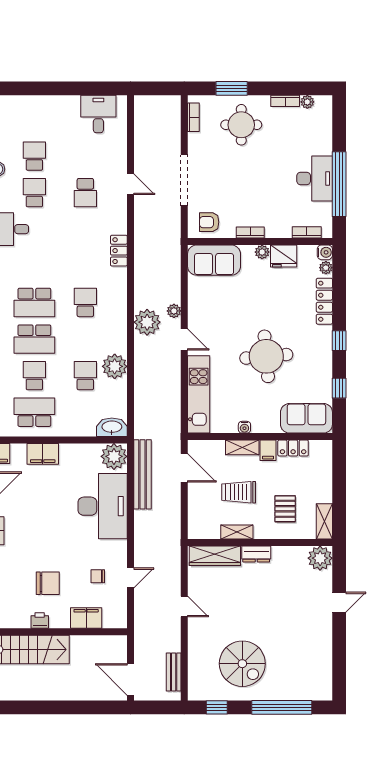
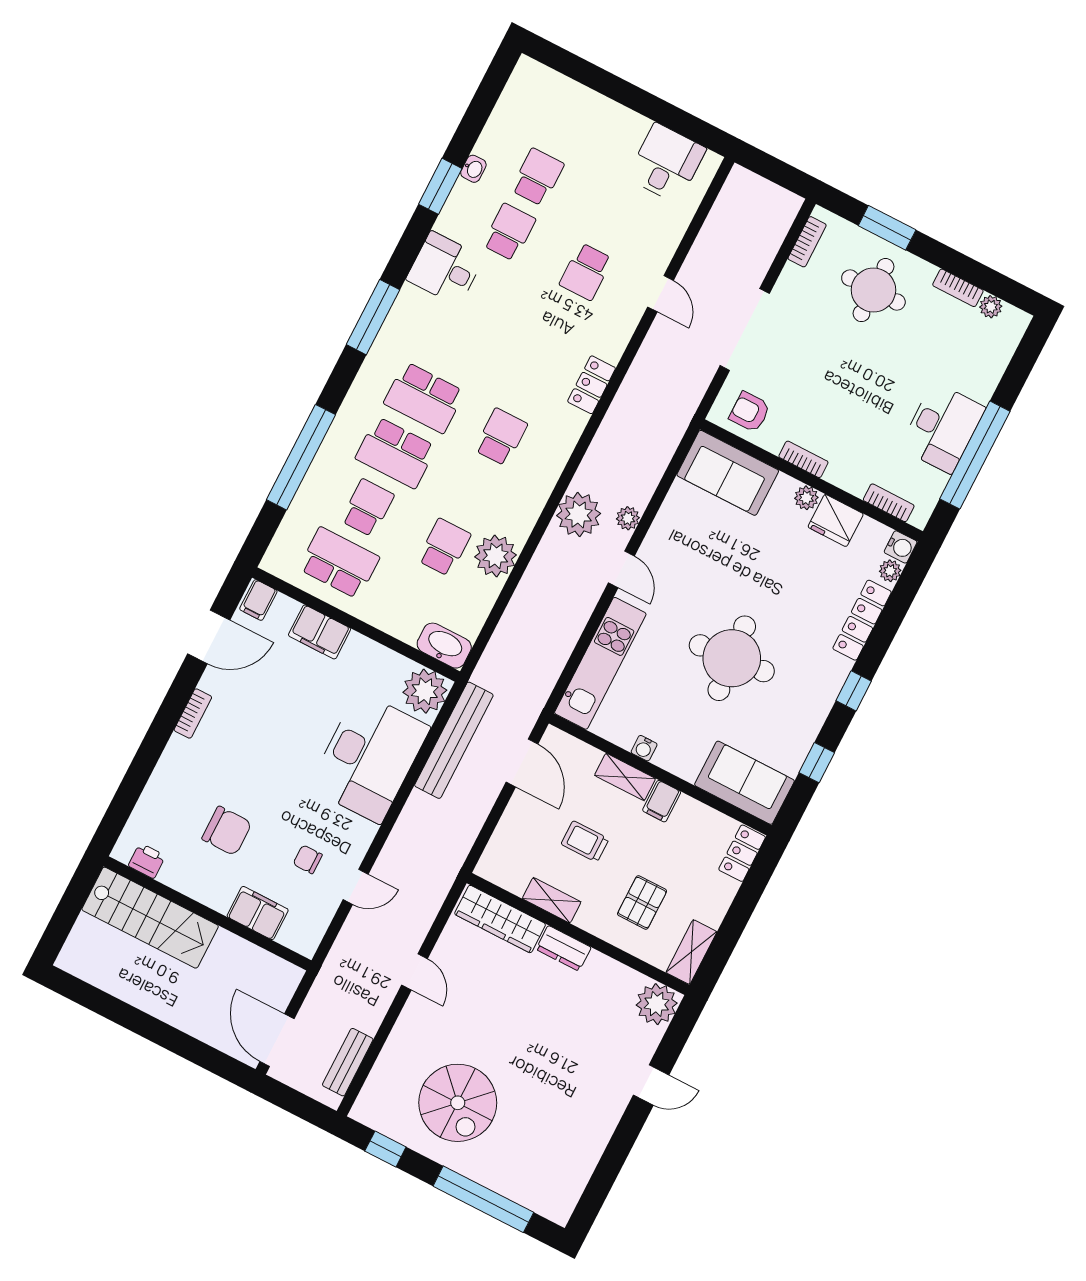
locker: (293, 448) -> (742, 853), moved, turned 90
trolley: (239, 492) -> (585, 841), width x0.73, depth x0.72
printer: (40, 620) -> (147, 861), moved

